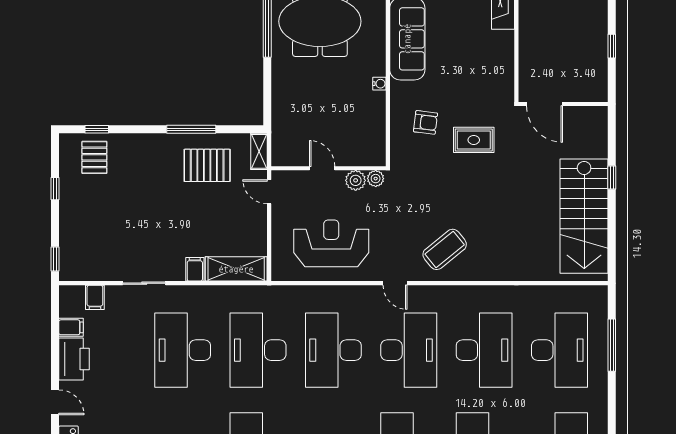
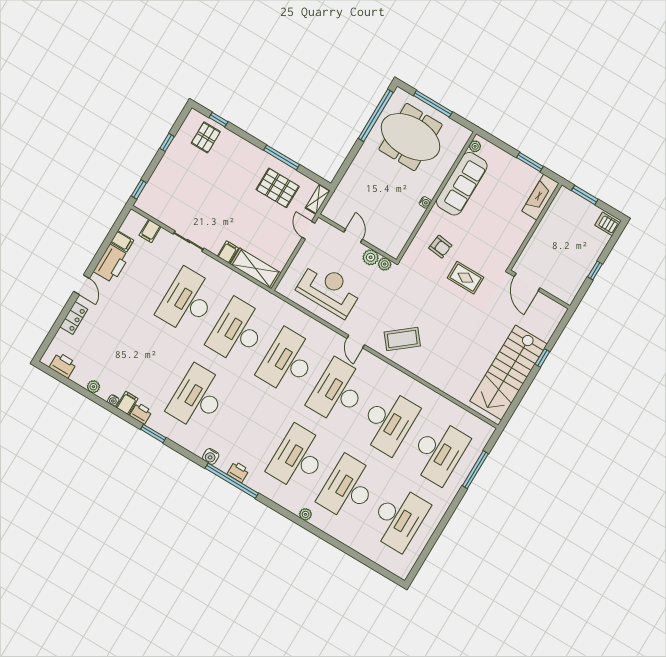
desk: (409, 350) -> (338, 392), turned 180

